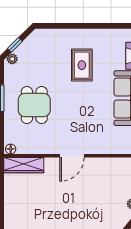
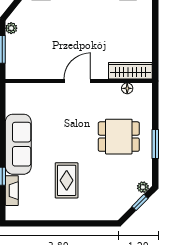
dining table: (34, 105) -> (119, 137), turned 90
floor lamp: (11, 149) -> (127, 88), moved

